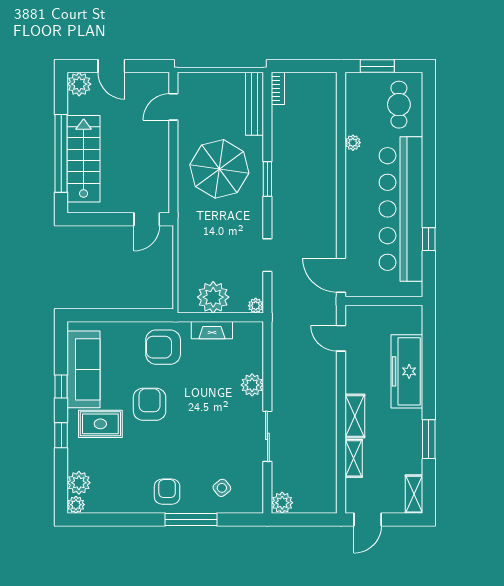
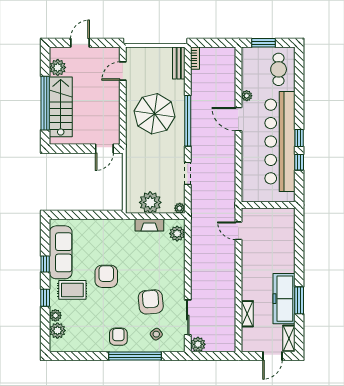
door: (111, 66) -> (80, 43), swing flipped
plant: (79, 84) -> (58, 67), moved
bench: (254, 104) -> (179, 63), width x0.73
window: (267, 179) -> (188, 121), width x2.11
window: (429, 204) -> (299, 138), added
door: (341, 275) -> (238, 119), moved
armchair: (163, 347) -> (151, 302), moved, turned 85
freezer: (407, 371) -> (284, 299), moved
plant: (252, 385) -> (177, 234), moved
shelving: (355, 416) -> (248, 284), removed
sliding door: (267, 436) -> (188, 317), moved
plant: (76, 505) -> (55, 315), moved
window: (191, 520) -> (135, 356), width x1.46
door: (368, 520) -> (272, 356), moved

